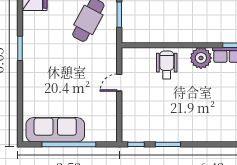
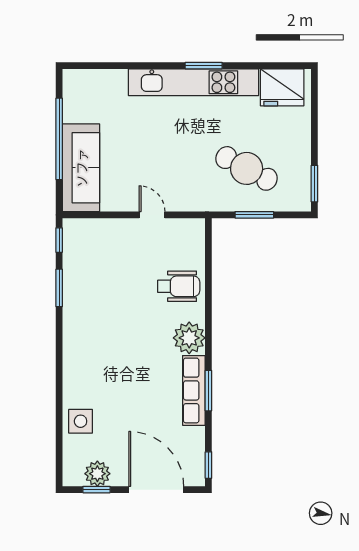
kitchen unit: (31, 55) -> (193, 82), added
sofa: (55, 130) -> (81, 168), moved

